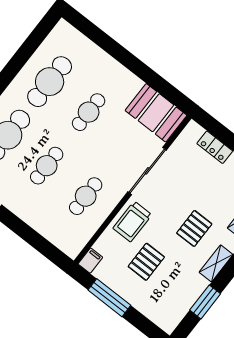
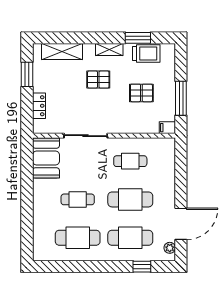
cafe table: (47, 166) -> (130, 199), width x1.37, depth x1.35
trolley: (132, 222) -> (146, 53), moved

